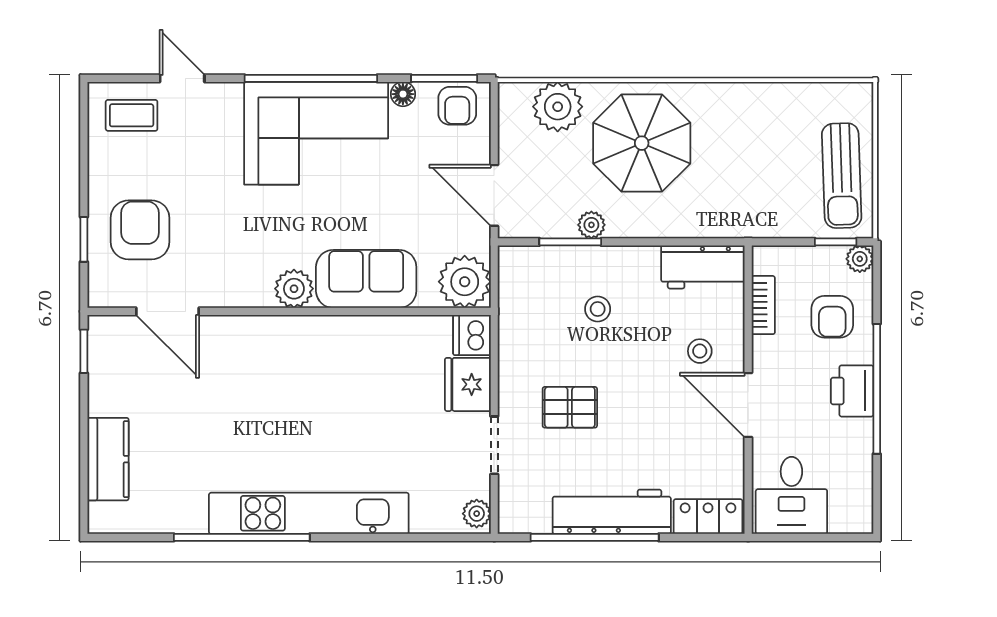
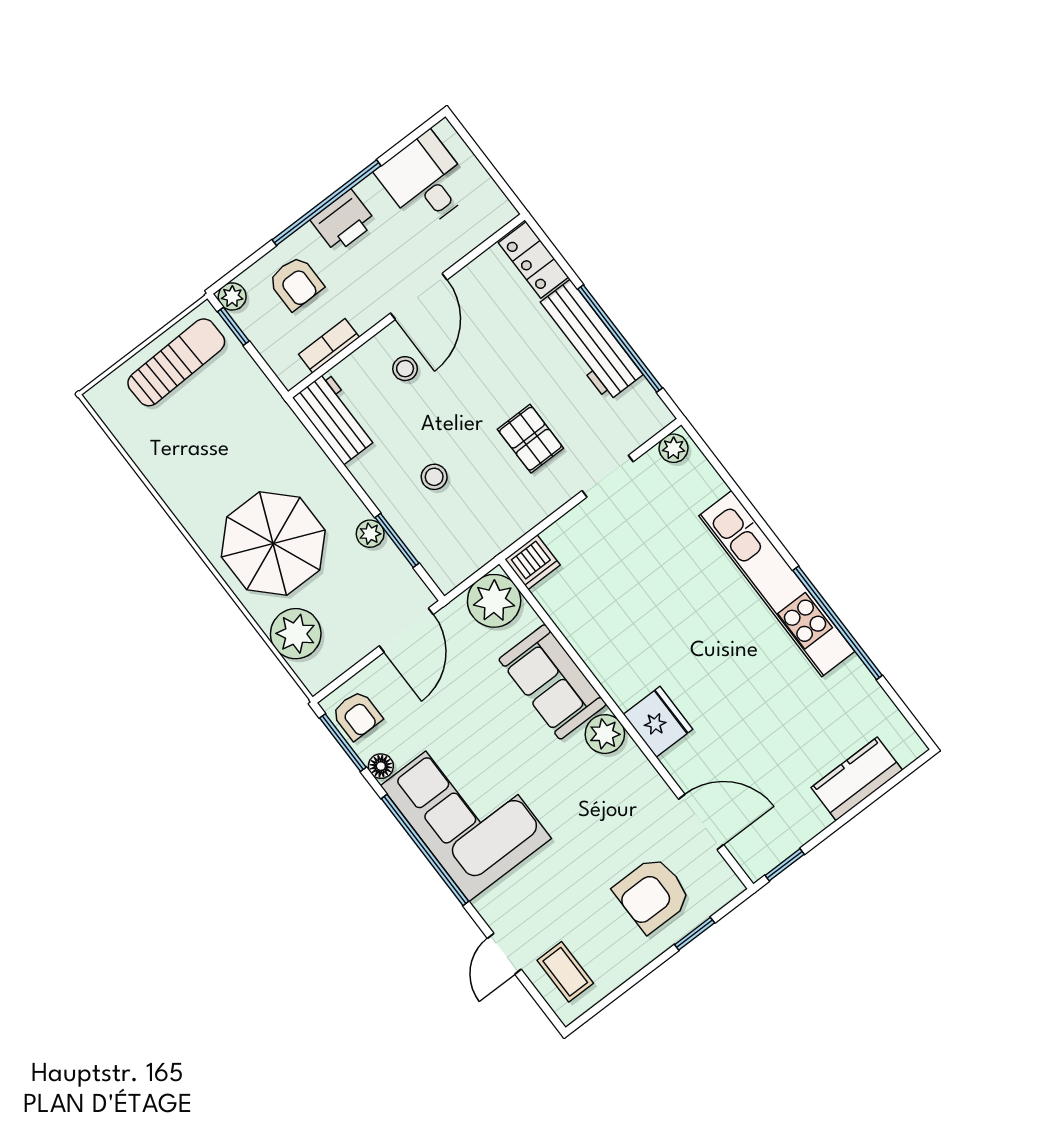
armchair: (457, 106) -> (357, 715), turned 90
door: (168, 311) -> (701, 822), hinge flipped
armchair: (832, 317) -> (296, 283), turned 90
fridge: (468, 384) -> (658, 722), moved, turned -90
desk: (791, 495) -> (425, 181), moved, turned -90

